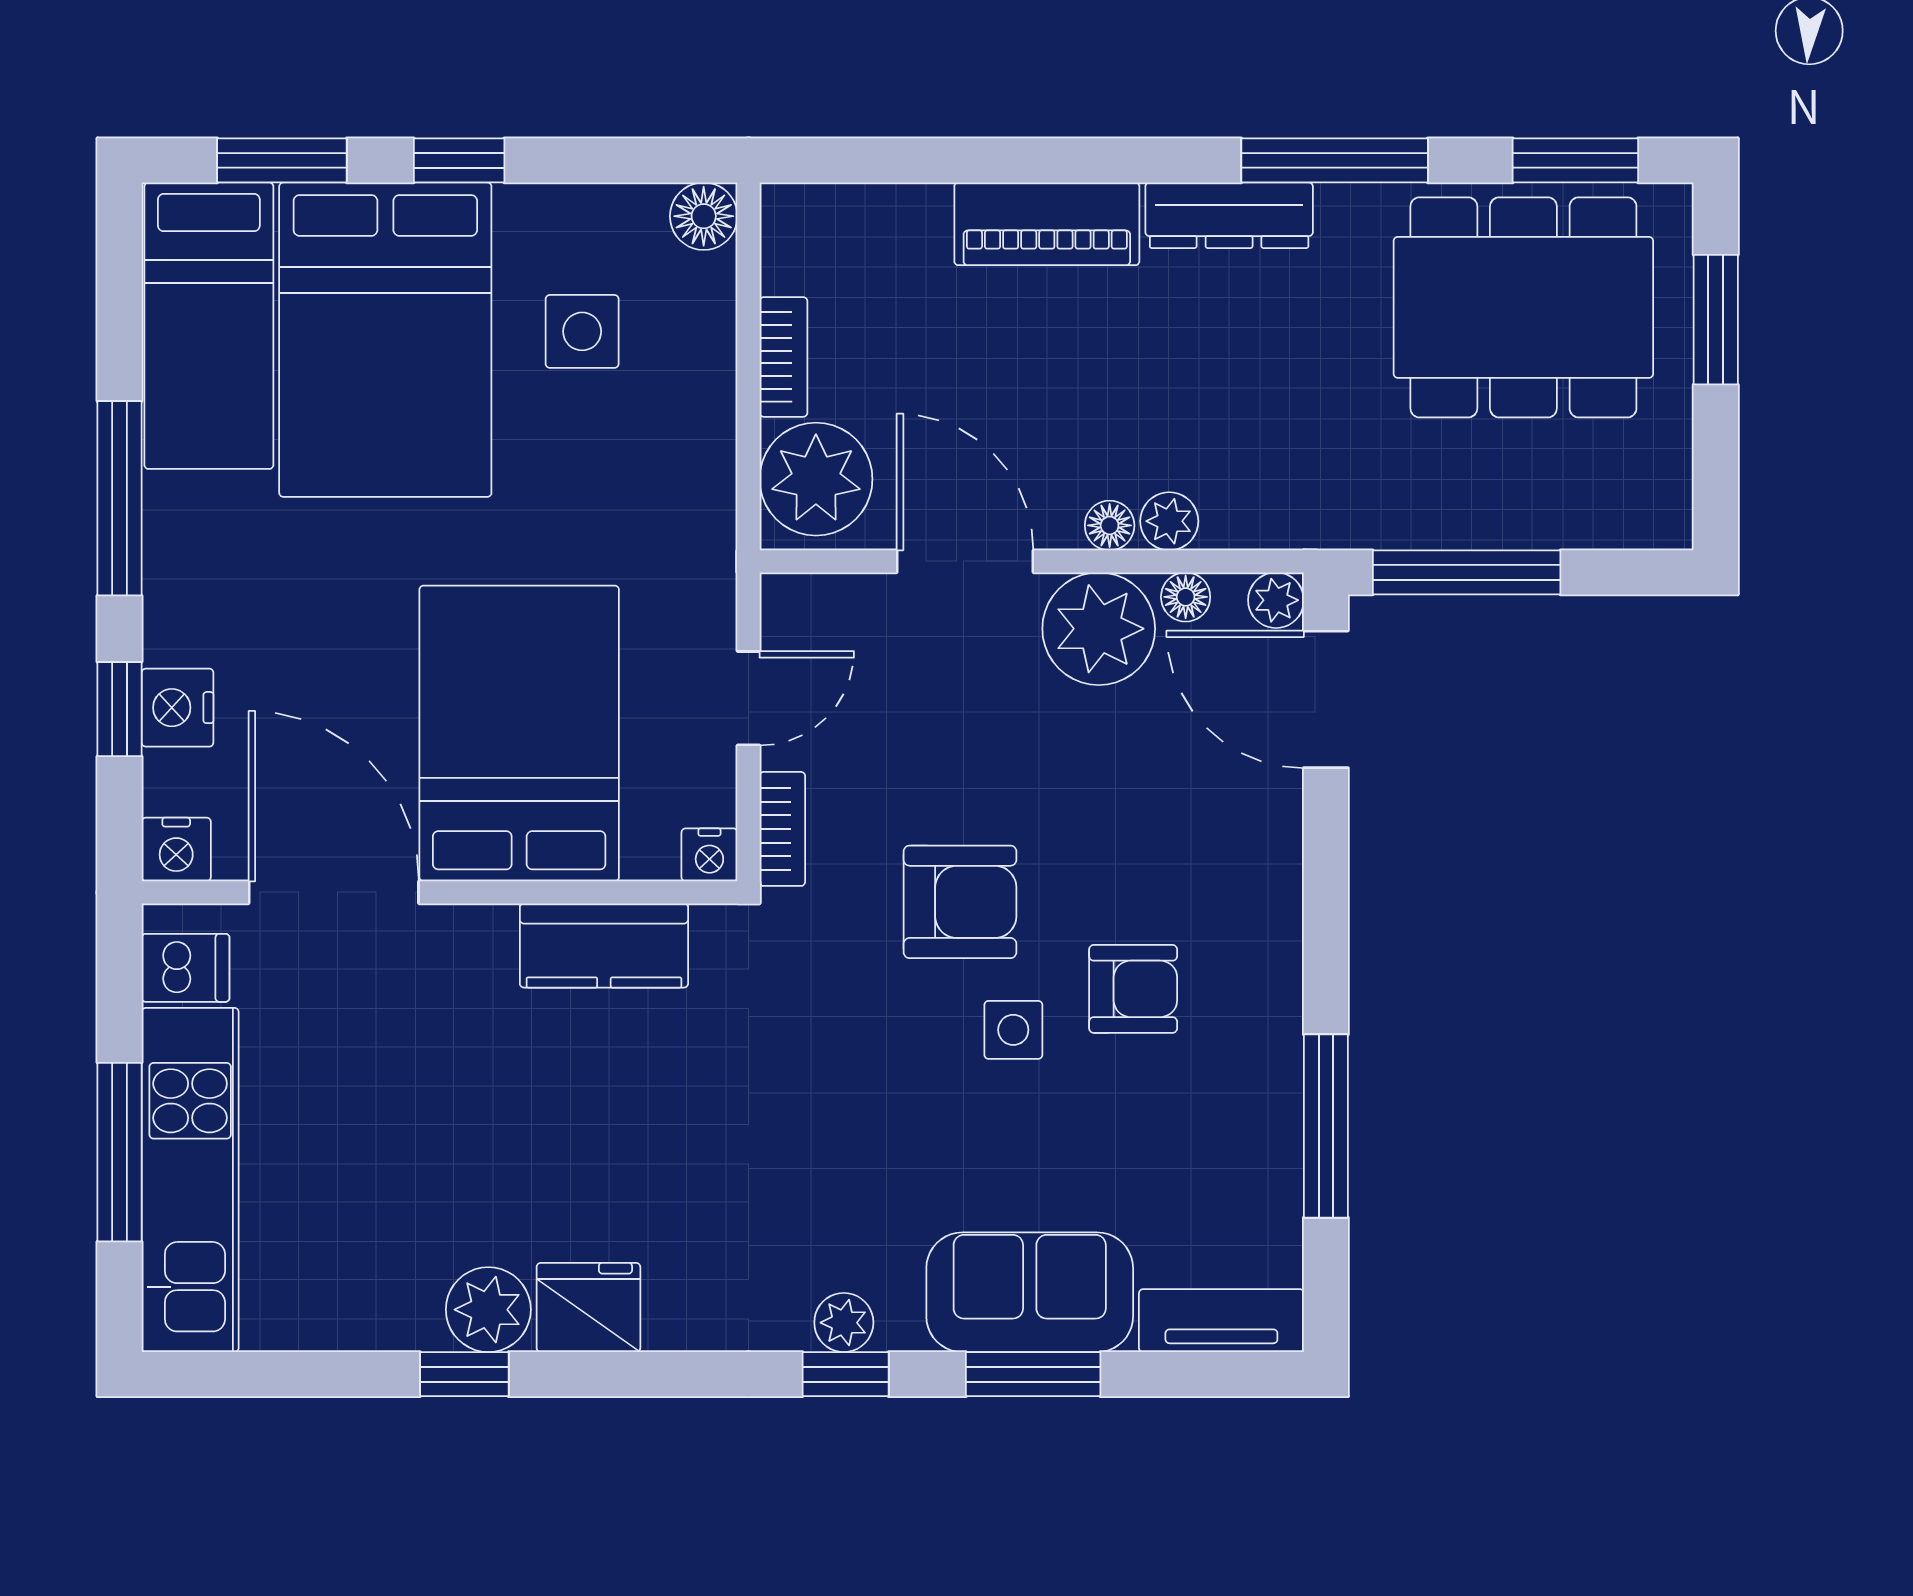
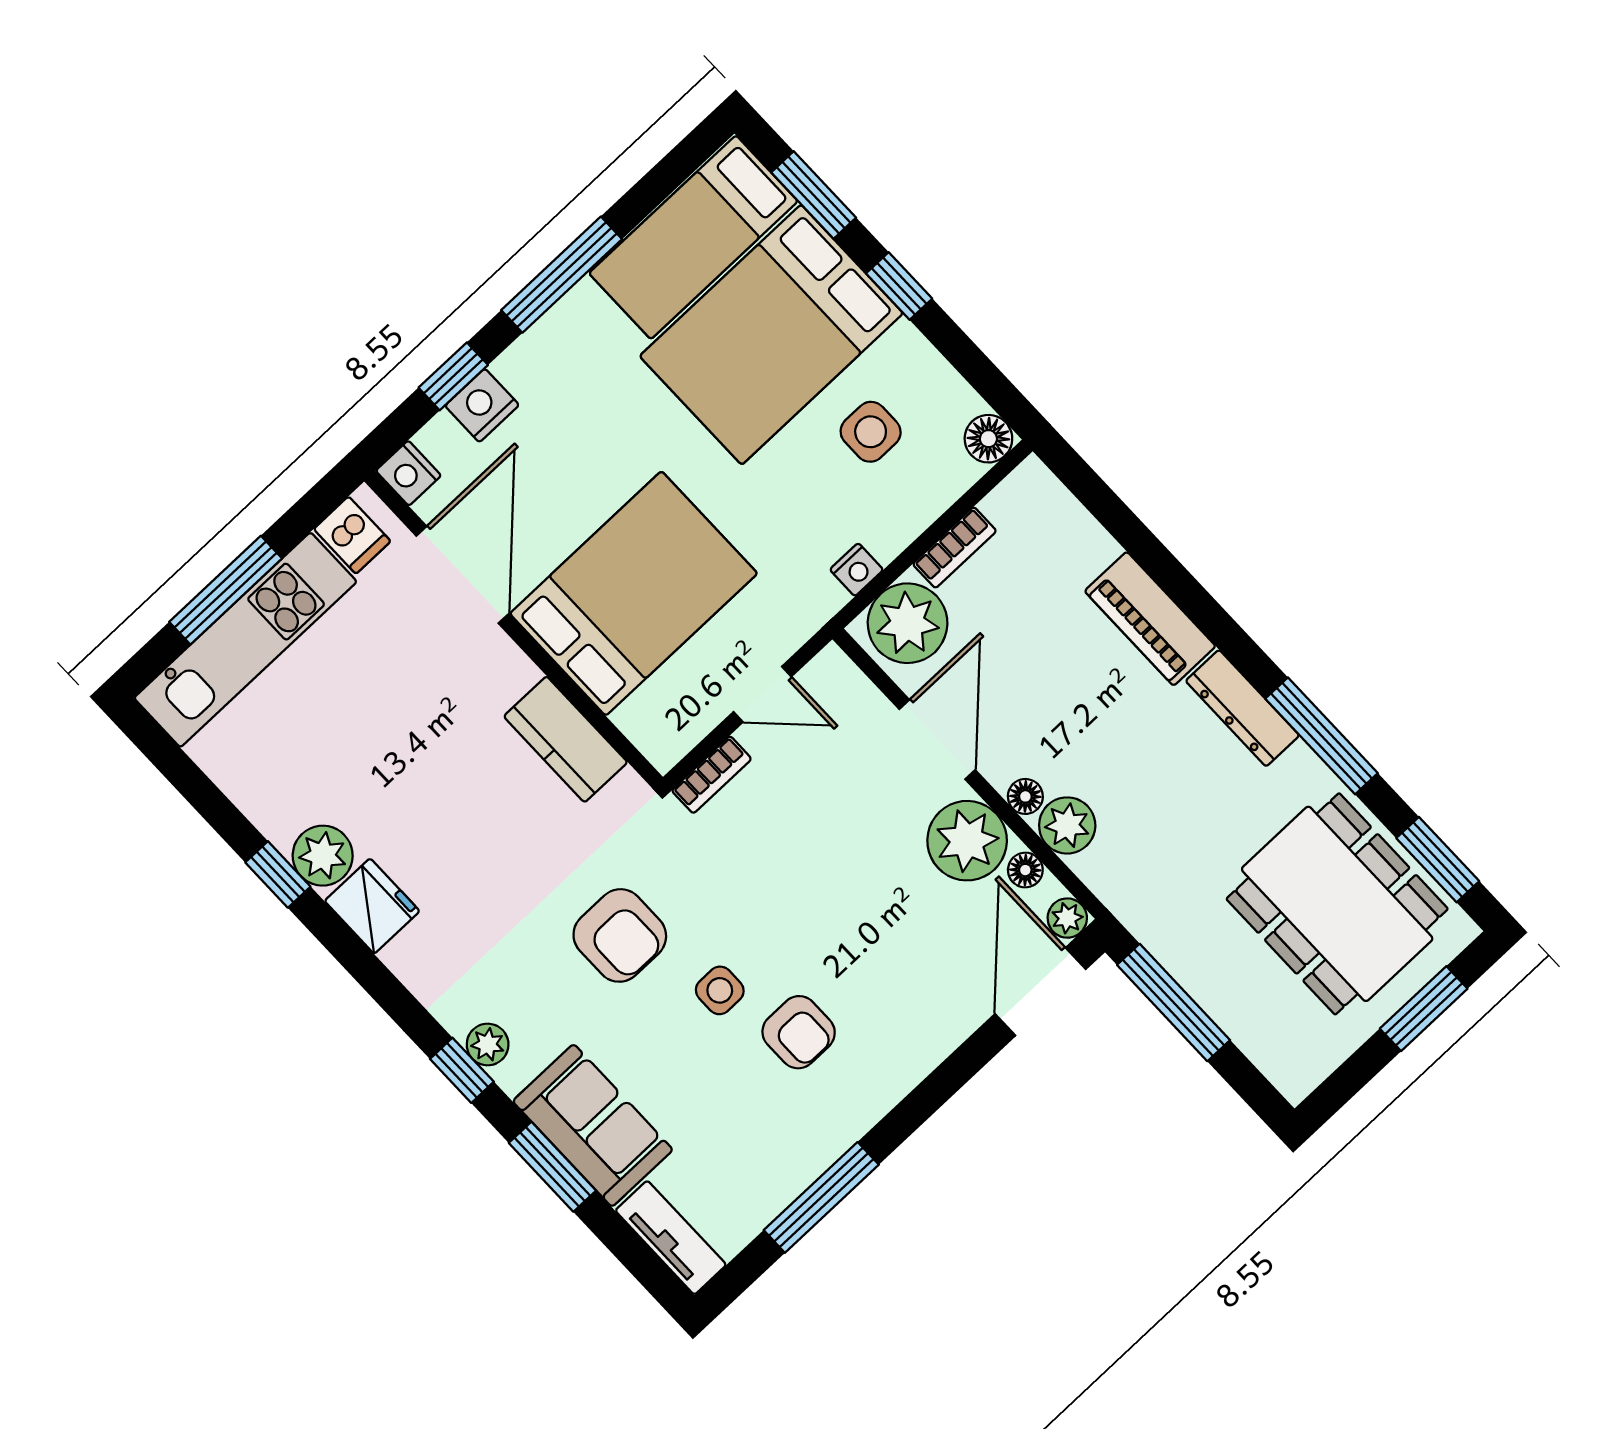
plant: (1169, 521) -> (1067, 825), width x1.38, depth x1.38
nightstand: (709, 855) -> (857, 570), moved, turned -90
armchair: (960, 902) -> (620, 935), moved

